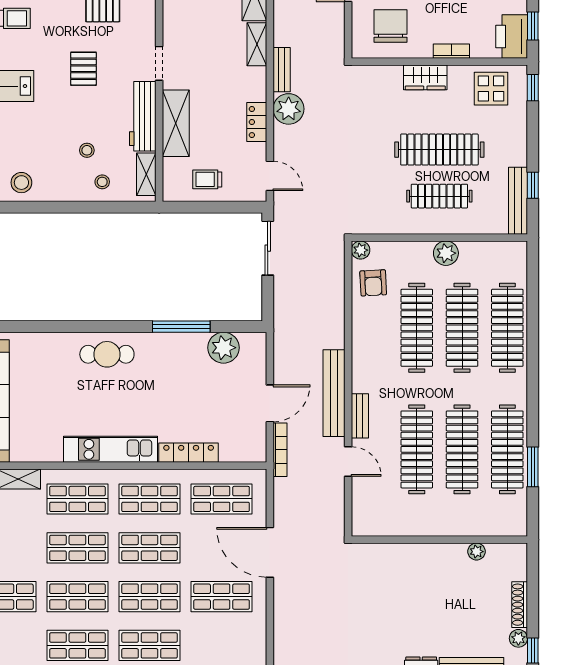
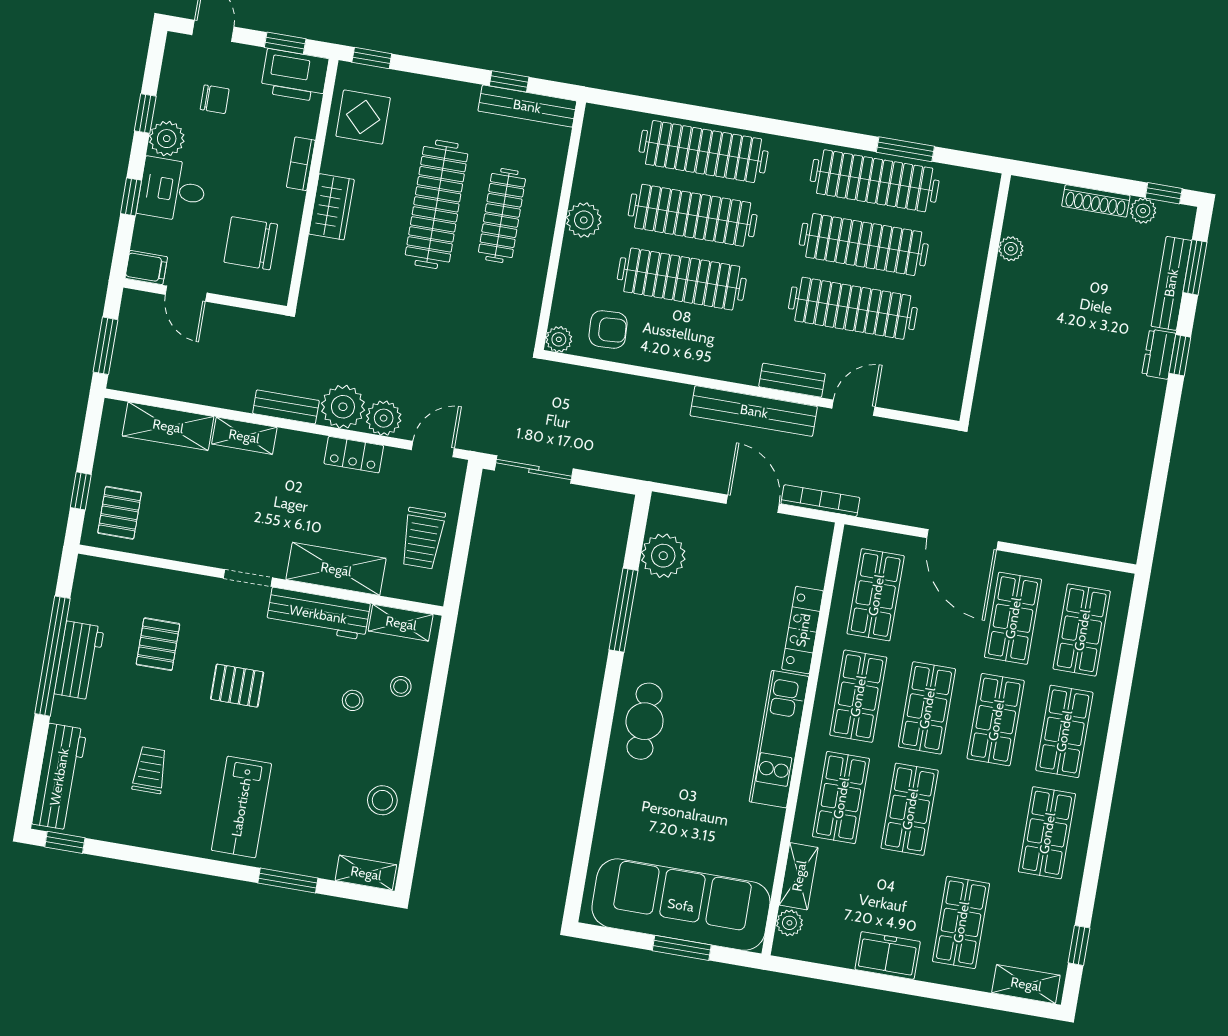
plant: (285, 138) -> (384, 418), added
trolley: (207, 179) -> (423, 538), width x1.36, depth x1.39
door: (270, 552) -> (962, 540), hinge flipped
shop shelf: (77, 597) -> (1082, 630), moved

